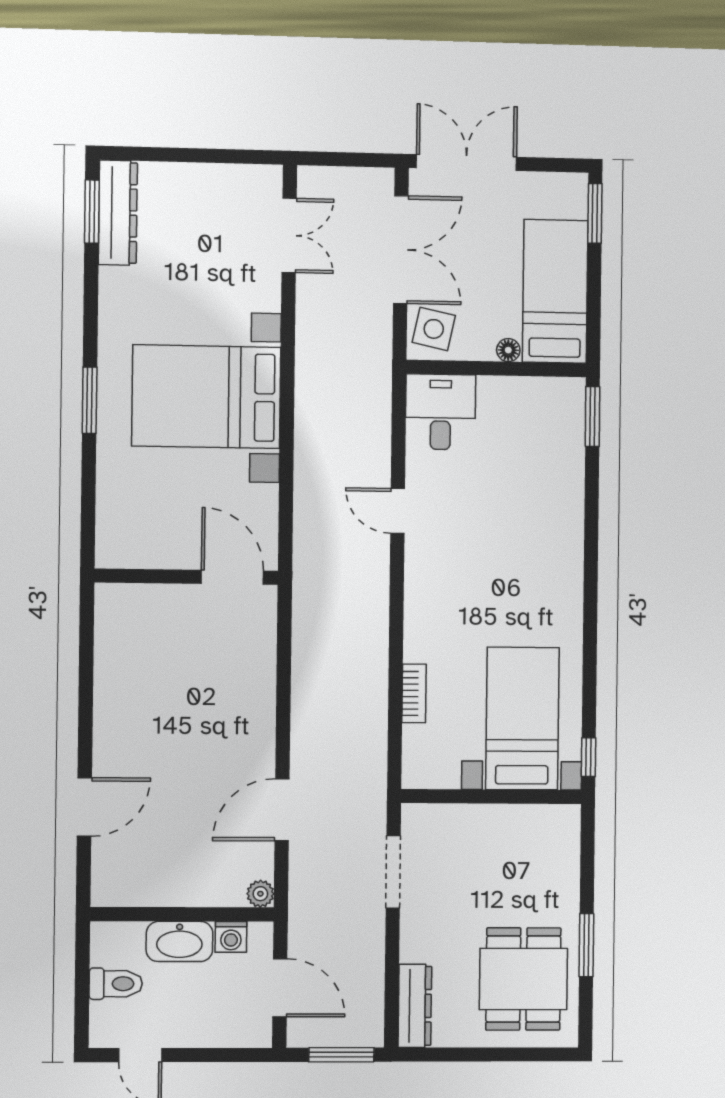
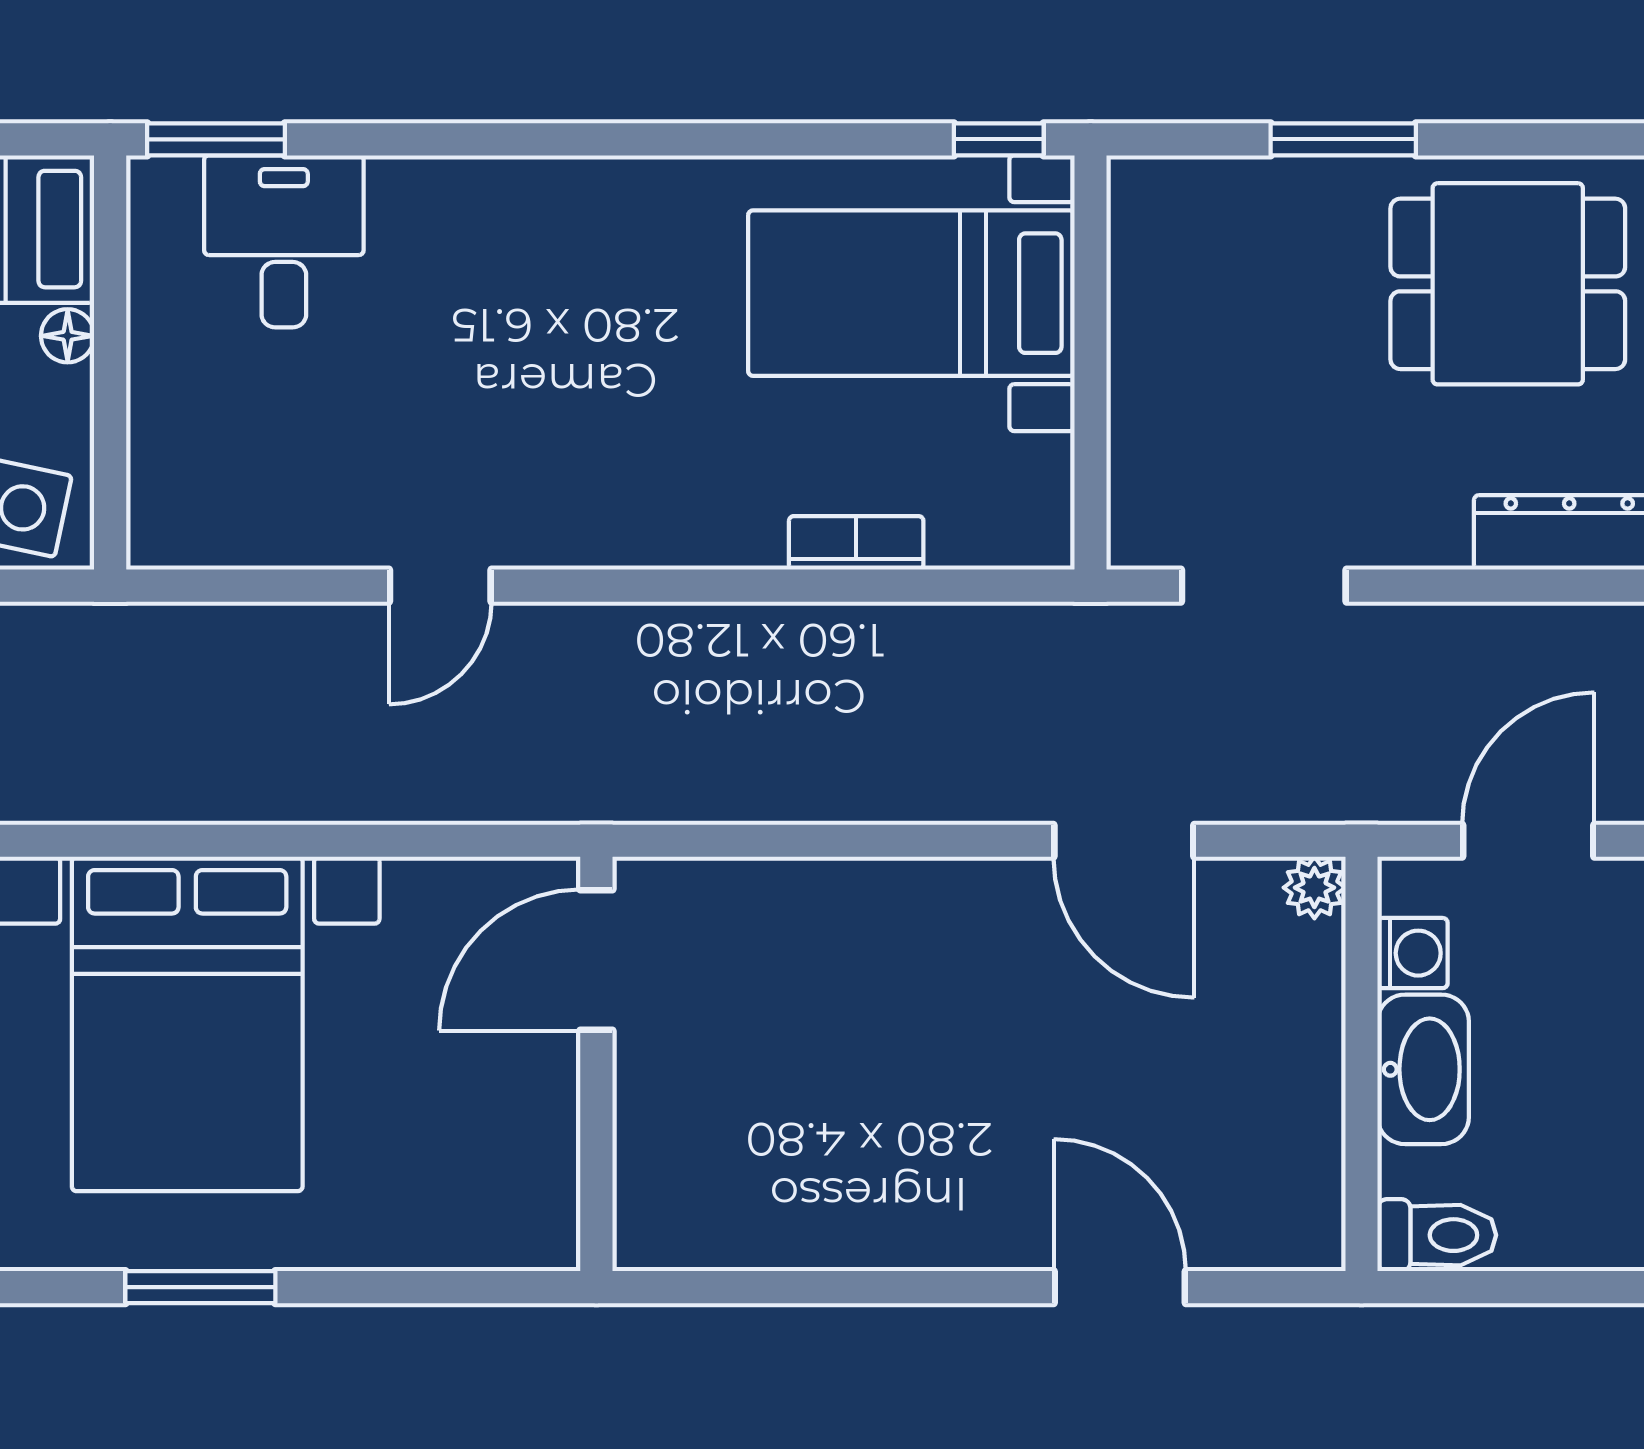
desk: (441, 412) -> (284, 241), moved, turned 90
window: (586, 945) -> (1343, 139), moved
toilet: (116, 984) -> (1437, 1235), moved, turned 90

